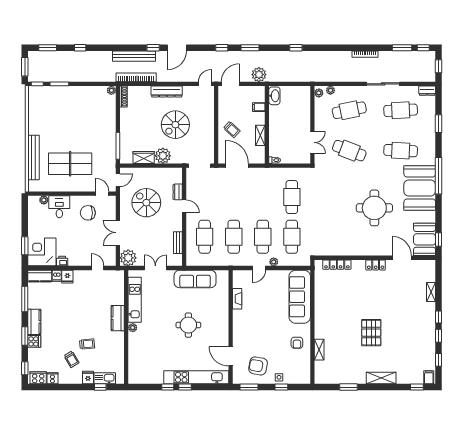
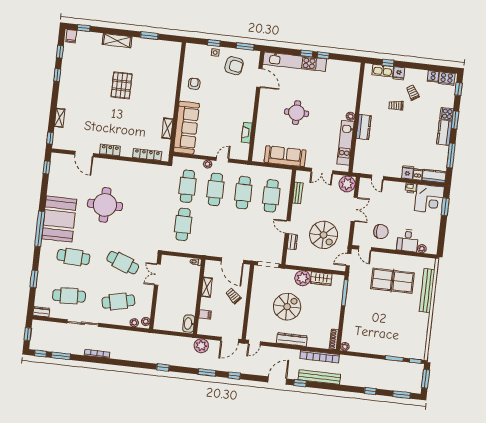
booth: (425, 239) -> (60, 169), removed
window: (439, 317) -> (50, 138), moved
shelving: (319, 350) -> (167, 128), moved

